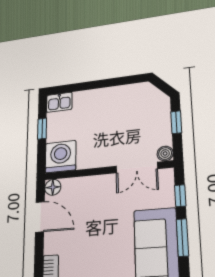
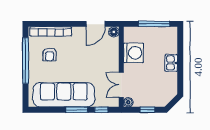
kitchen sink: (59, 102) -> (171, 63), moved
window: (42, 129) -> (154, 24), width x2.17
washing machine: (61, 157) -> (134, 53), moved

